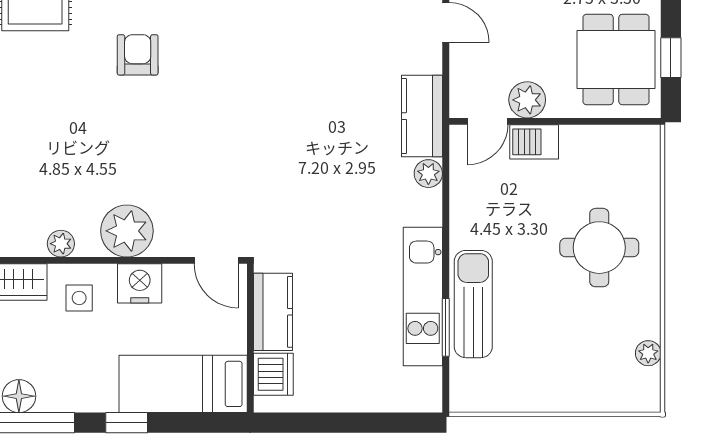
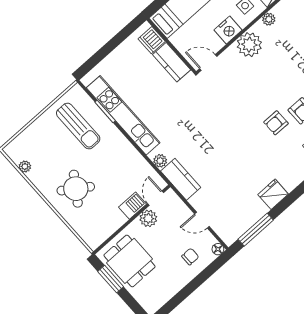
window: (671, 58) -> (111, 279), width x1.50
armchair: (194, 71) -> (276, 123), added
round table: (599, 248) -> (76, 189), turned 34
kitchen unit: (423, 296) -> (123, 115), width x1.36
sun lounger: (473, 304) -> (78, 126), moved

